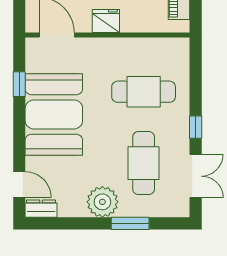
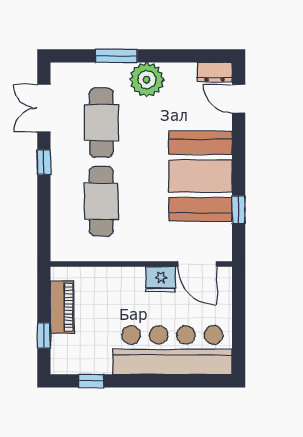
fridge: (106, 21) -> (161, 279), moved
cafe table: (144, 92) -> (101, 201), turned 90

